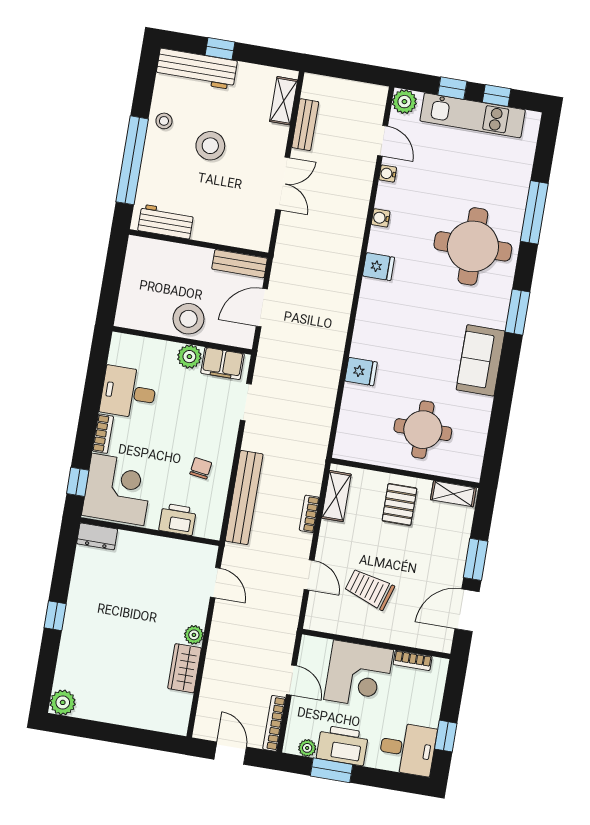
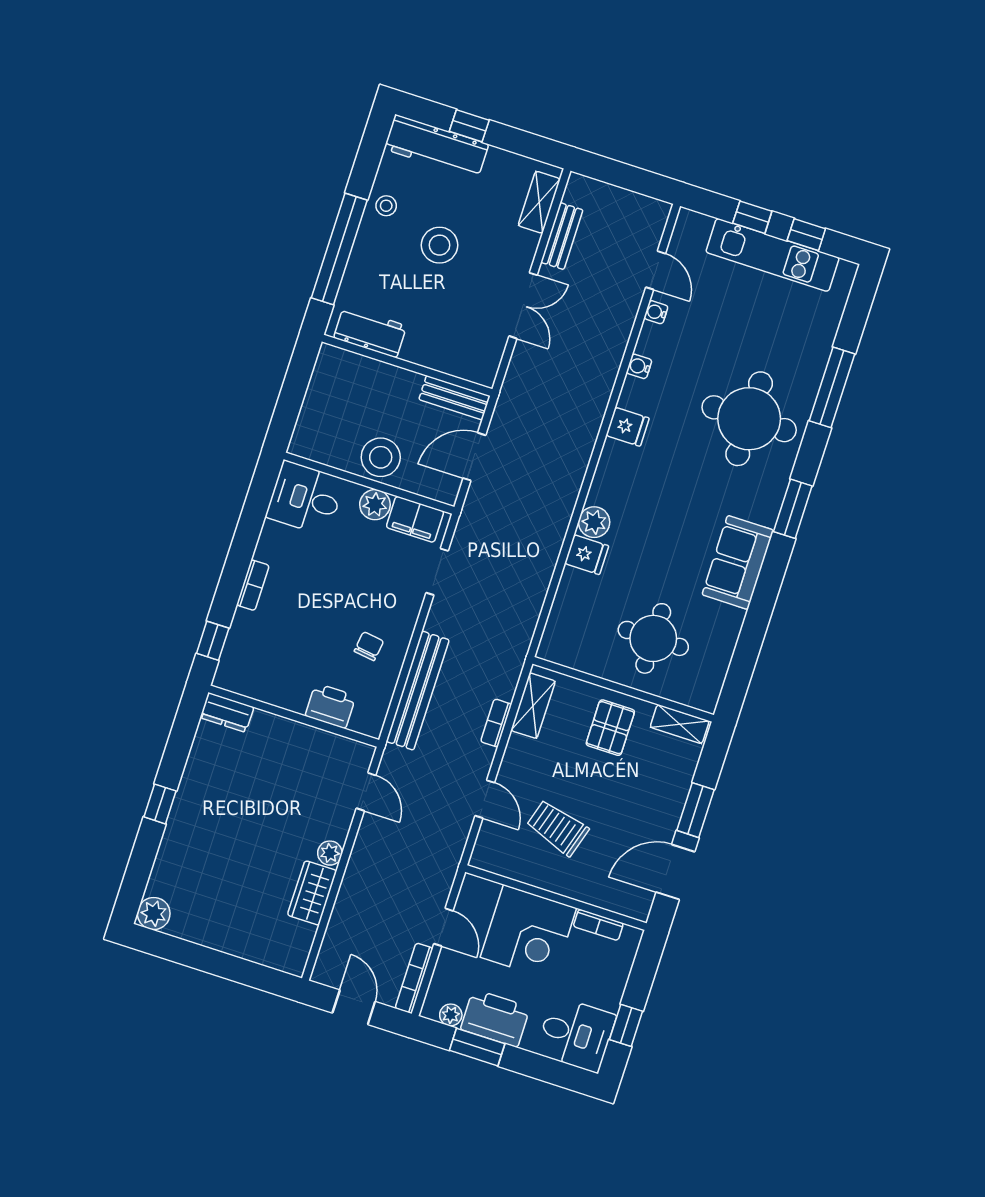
plant: (404, 102) -> (594, 522), moved
desk: (129, 392) -> (305, 498), moved
corner desk: (118, 489) -> (261, 658), removed

